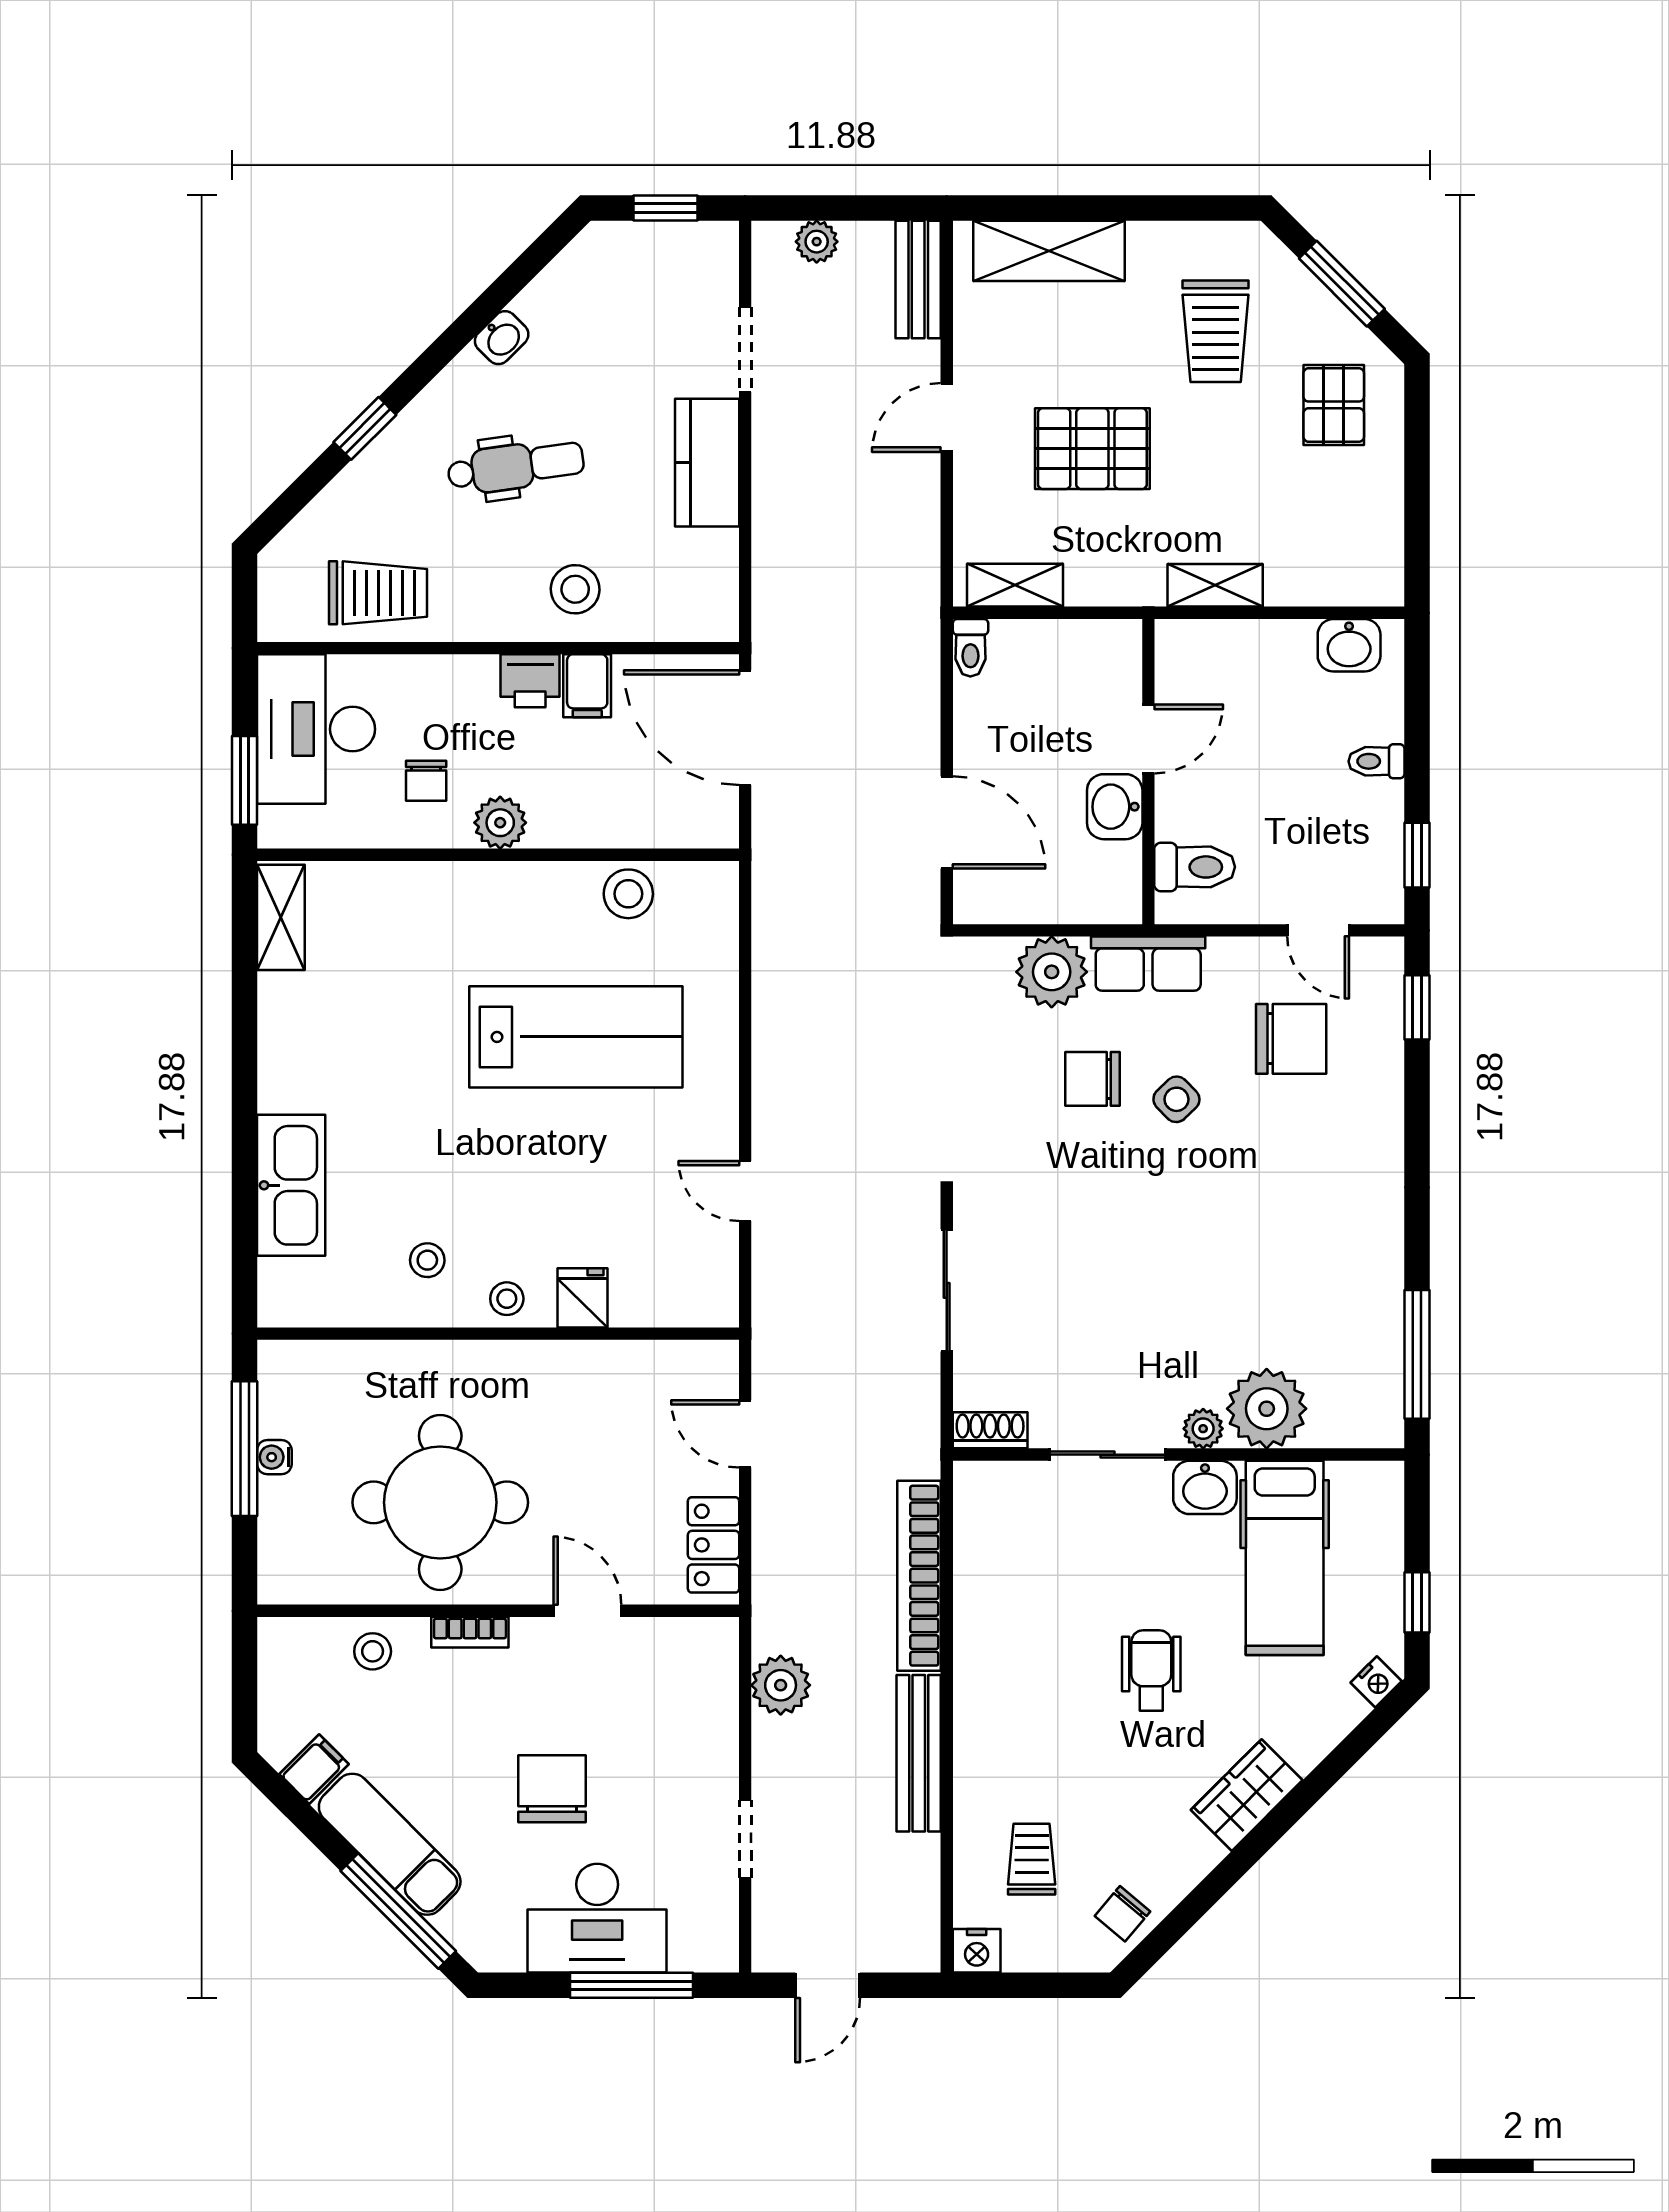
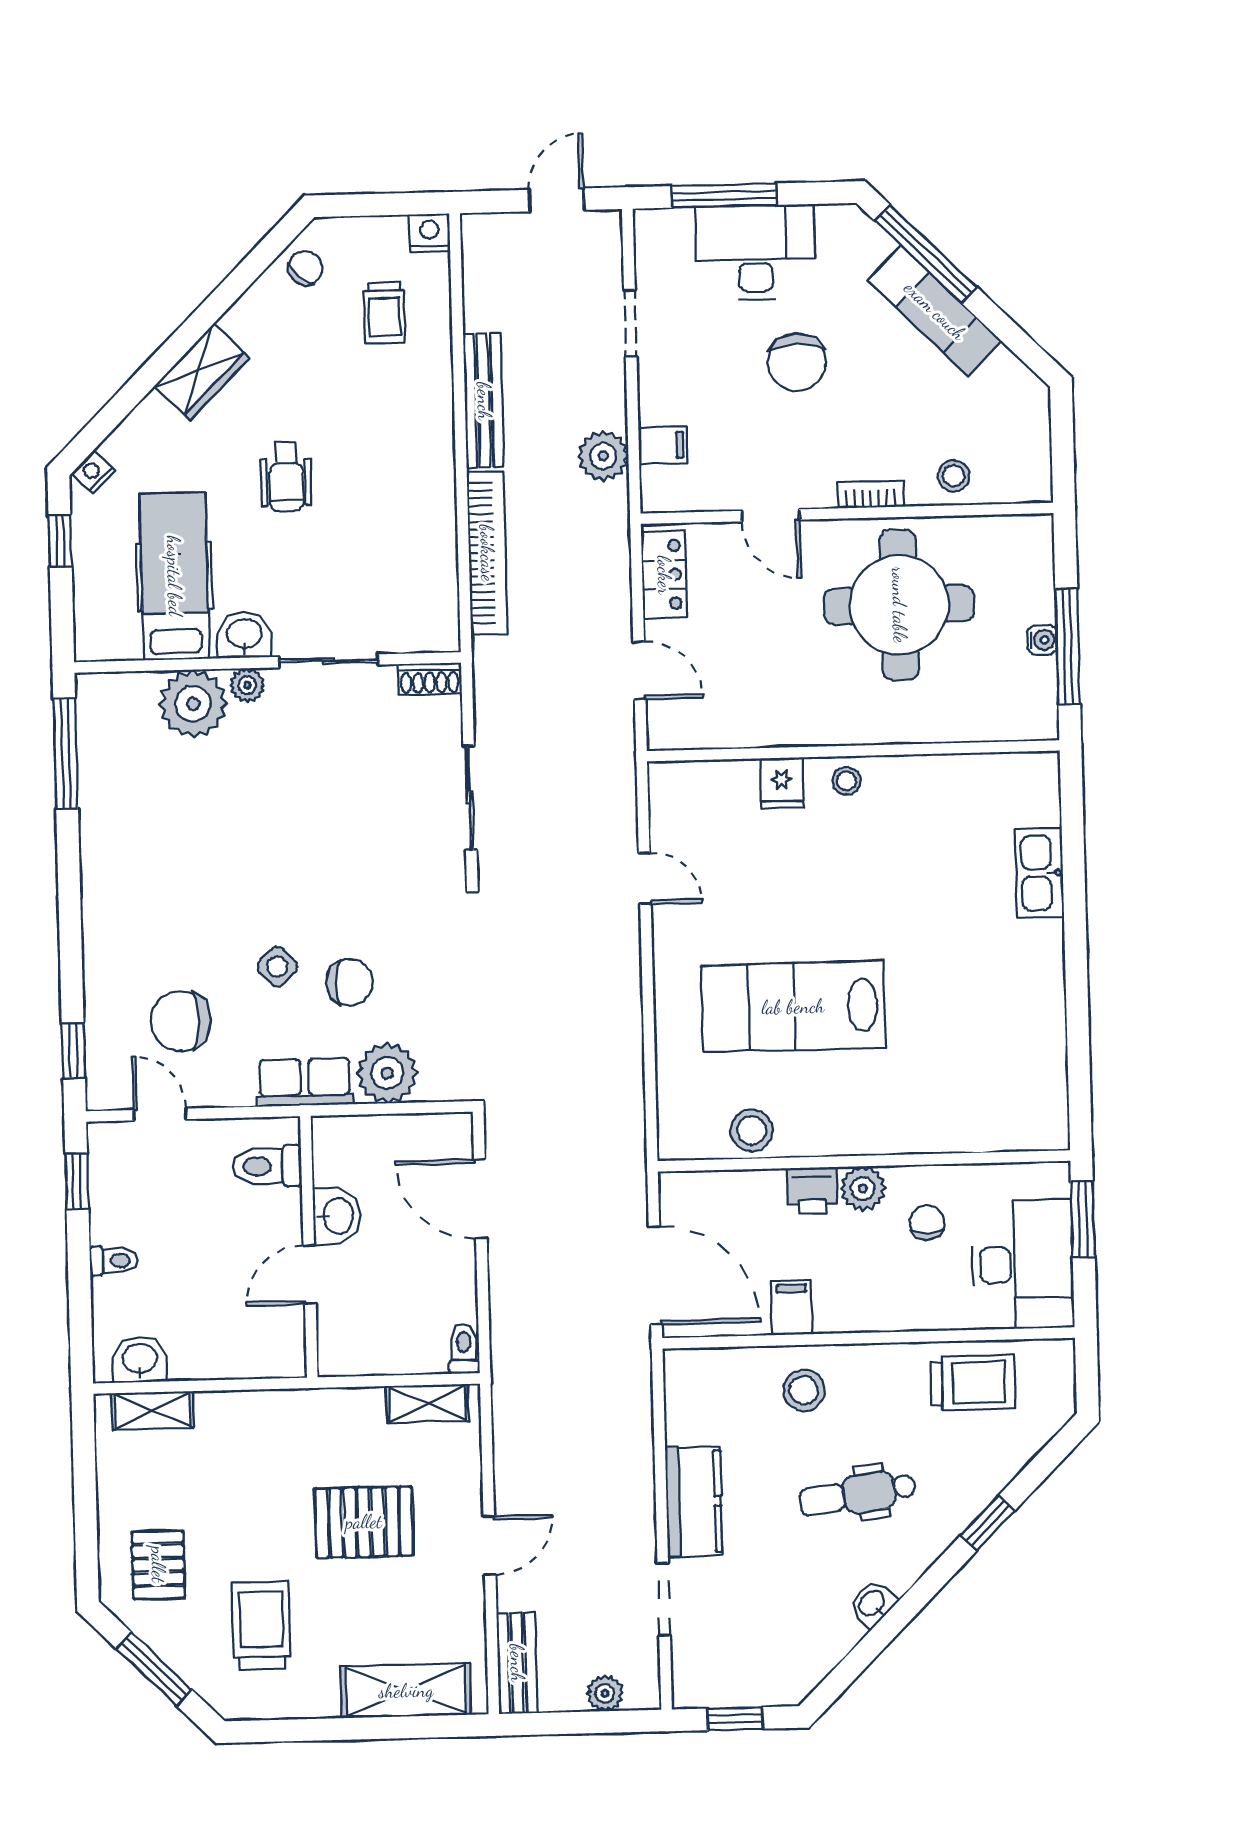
shelving: (1215, 585) -> (152, 1411), moved
trolley: (378, 593) -> (973, 1383), turned 180
printer: (530, 681) -> (812, 1190), moved, turned 180
shelving: (281, 917) -> (1049, 1102), removed
kitchen sink: (291, 1185) -> (1040, 873), width x0.73, depth x0.81
stool: (427, 1260) -> (915, 812), removed
filing cabinet: (314, 1769) -> (663, 445), moved, turned -135

